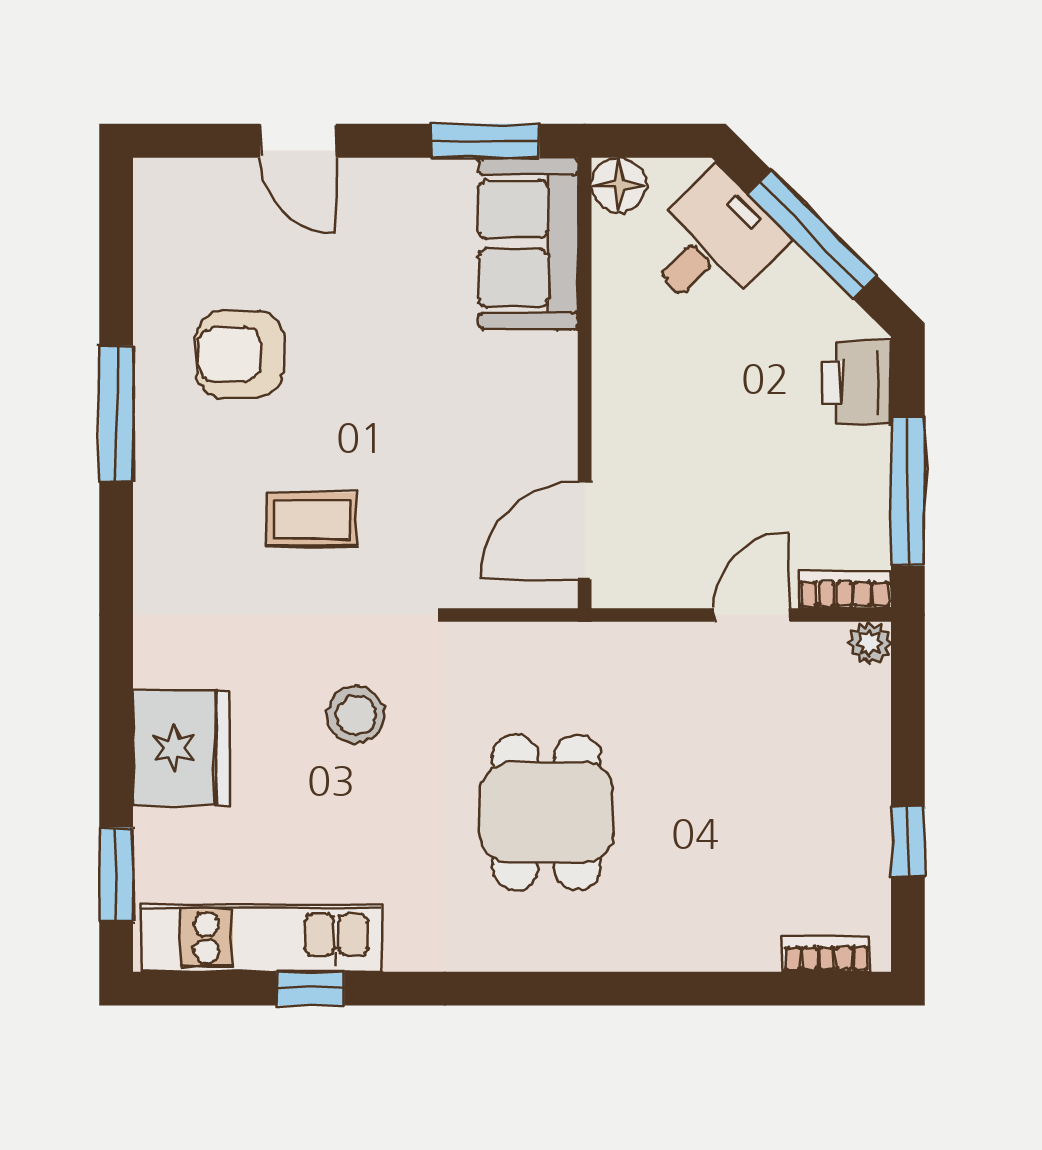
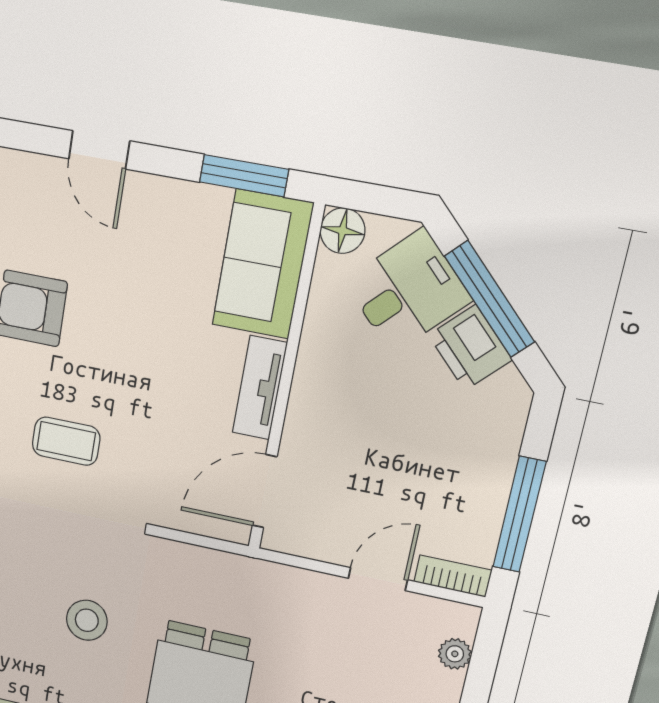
printer: (857, 383) -> (470, 348), moved, turned -45
tv unit: (554, 398) -> (260, 388), added
plant: (870, 643) -> (455, 654), moved
stool: (356, 715) -> (87, 620), moved

